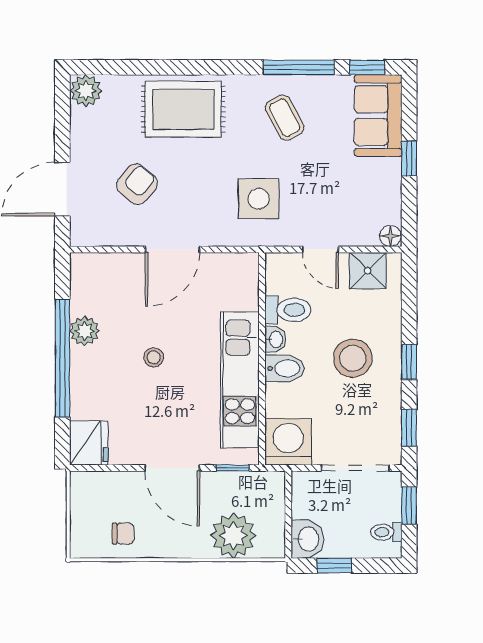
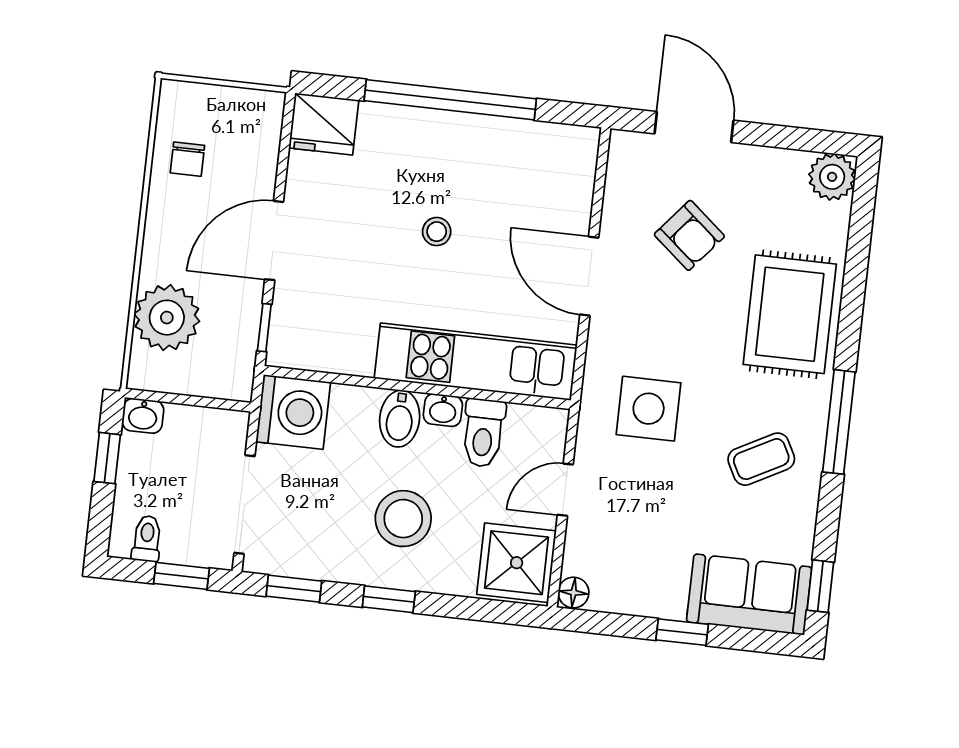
window: (299, 67) -> (839, 422), moved
shower: (368, 271) -> (517, 563), width x1.36, depth x1.36
plant: (85, 331) -> (486, 136), removed
kitchen unit: (240, 380) -> (476, 362), moved
washbasin: (307, 539) -> (143, 416), width x0.72, depth x0.69

